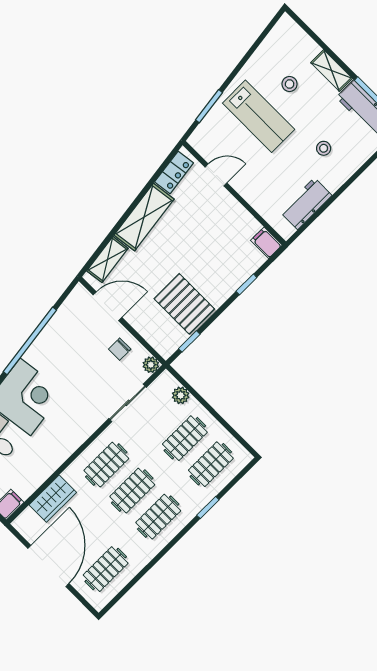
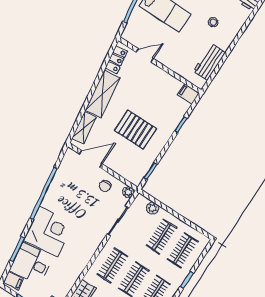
pallet: (184, 304) -> (135, 129), moved

